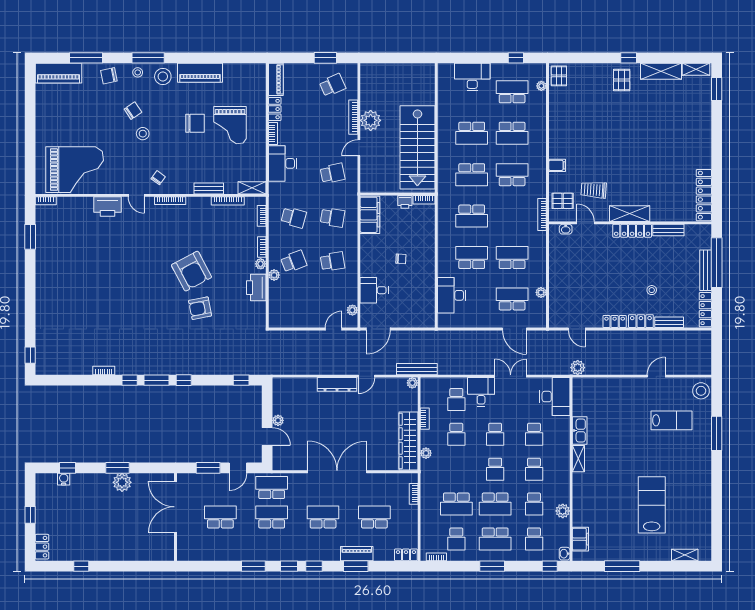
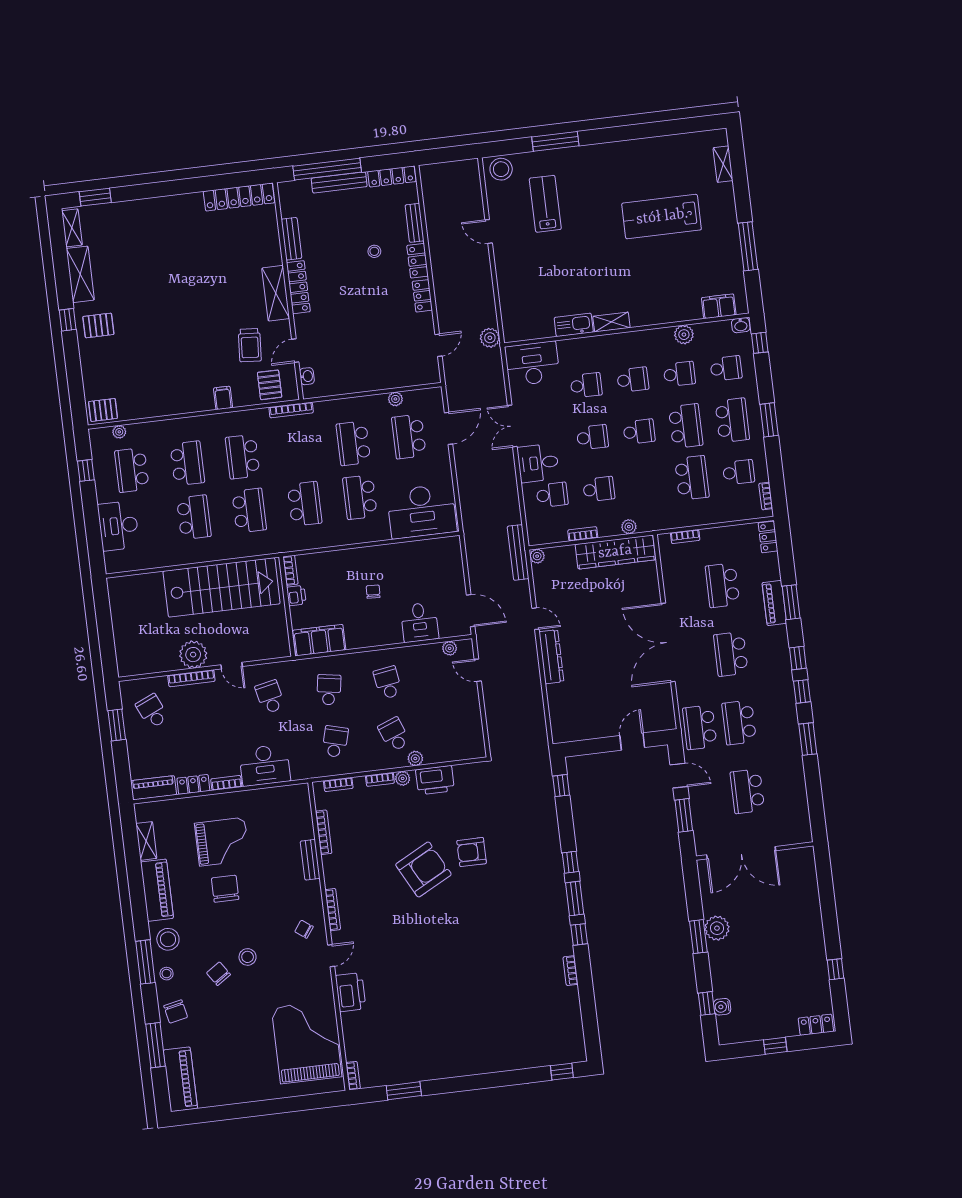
shelving: (252, 188) -> (146, 841), moved
desk: (452, 295) -> (422, 511), width x1.36, depth x1.30
armchair: (200, 308) -> (472, 852), turned 101
plant: (278, 420) -> (609, 730), removed

